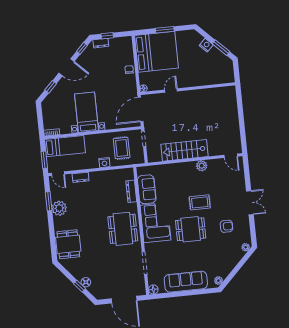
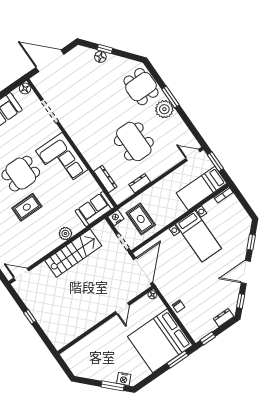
window: (165, 30) -> (178, 359), moved
window: (107, 36) -> (208, 338), moved
nightstand: (206, 45) -> (124, 379), moved
window: (221, 48) -> (113, 386), moved
window: (242, 121) -> (30, 317), added
nightstand: (104, 163) -> (116, 218), moved
plant: (202, 166) -> (65, 234), moved
dresser: (81, 177) -> (140, 183), moved
sofa: (147, 189) -> (95, 209), moved, turned 90
window: (49, 201) -> (171, 97), moved
plant: (59, 208) -> (164, 109), moved
dining table: (123, 229) -> (134, 141), moved

